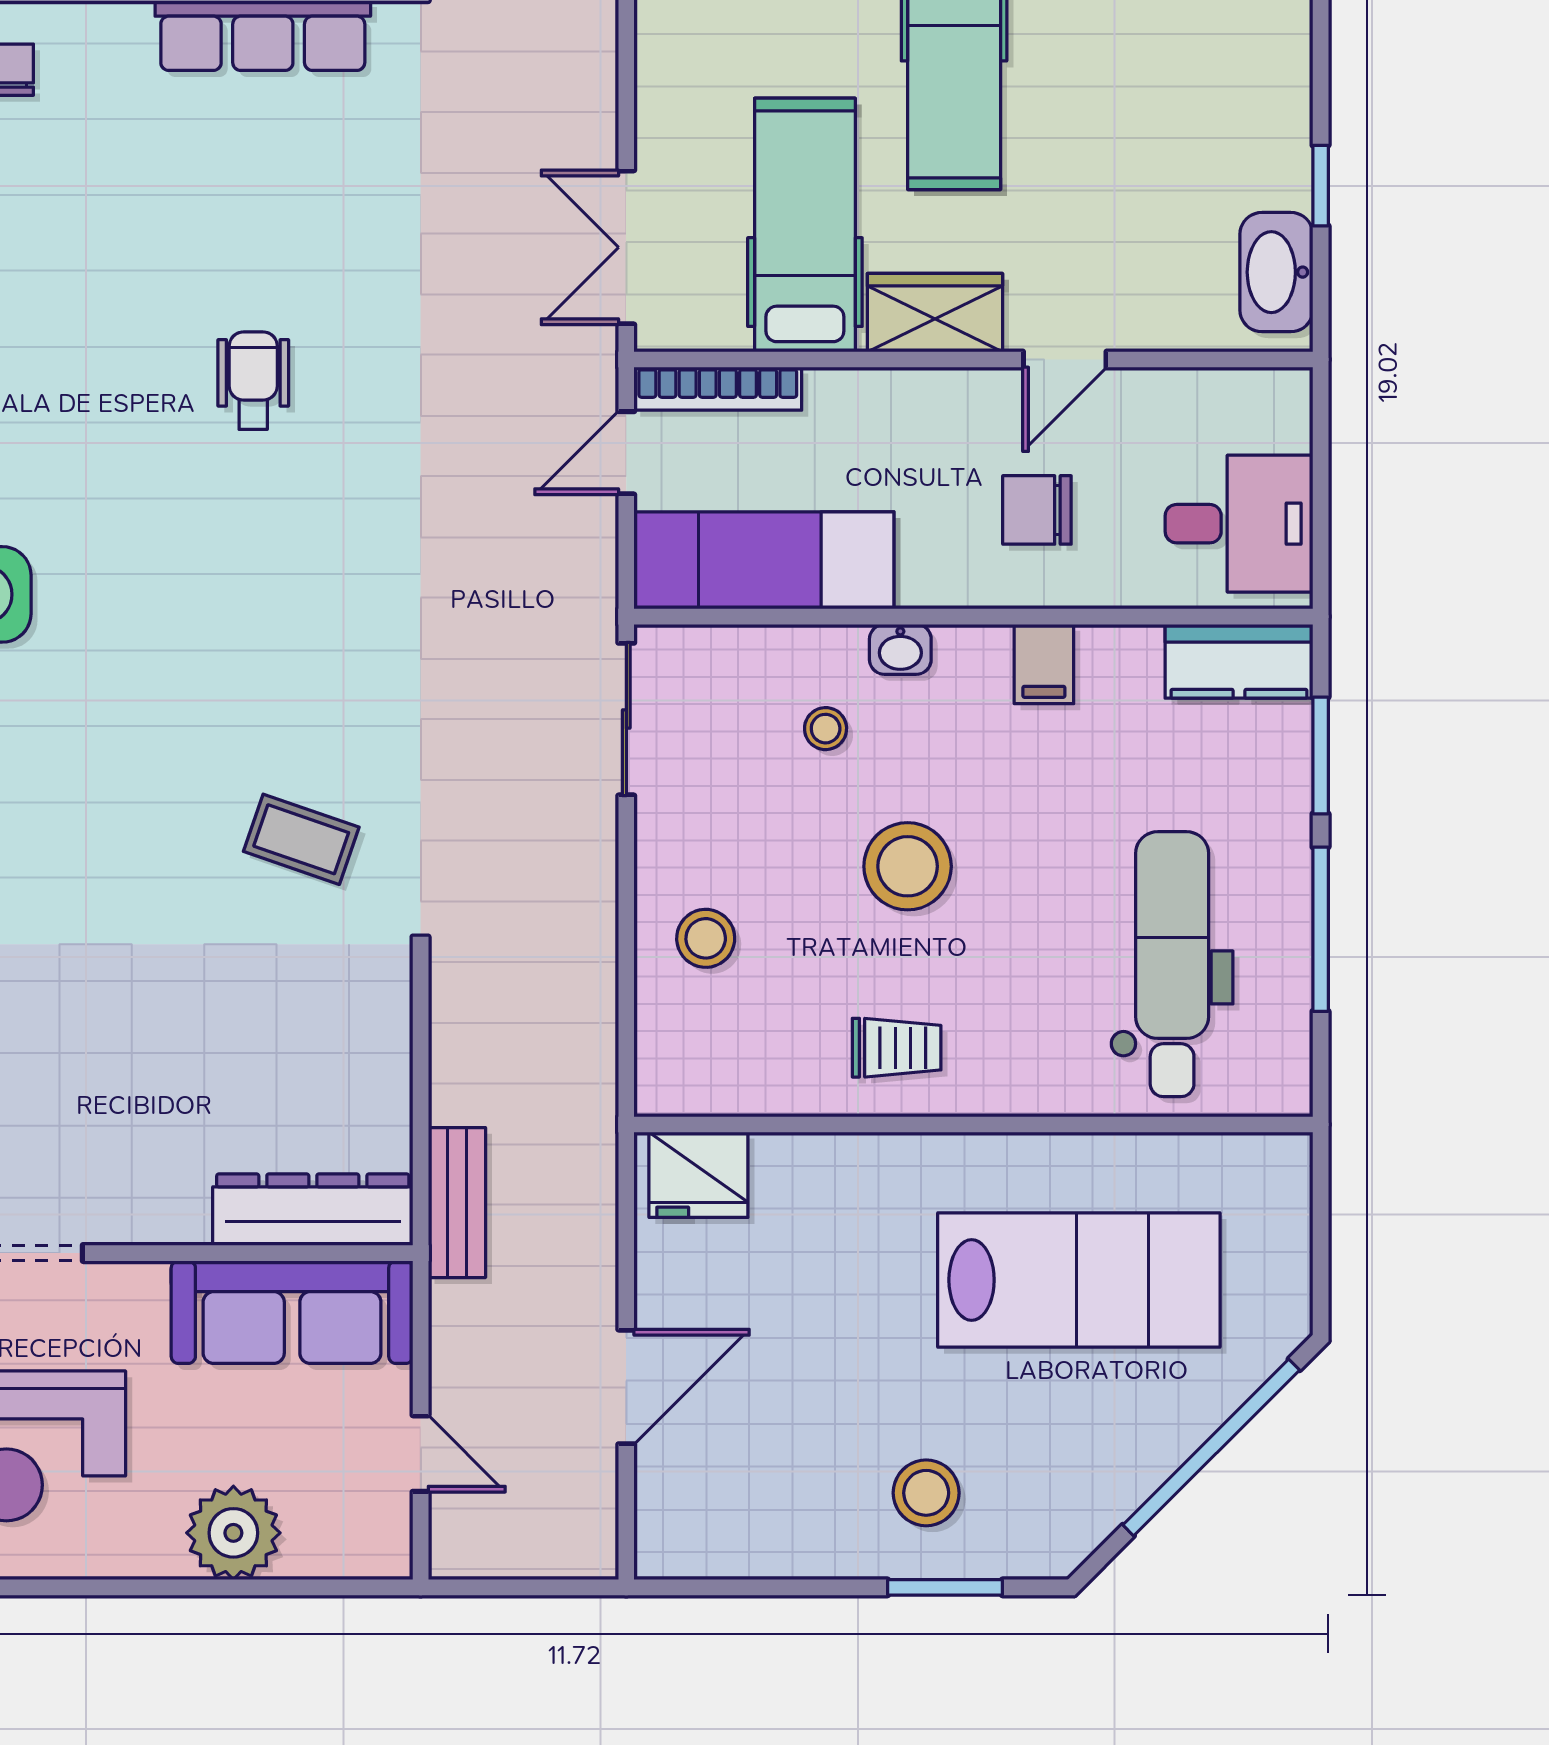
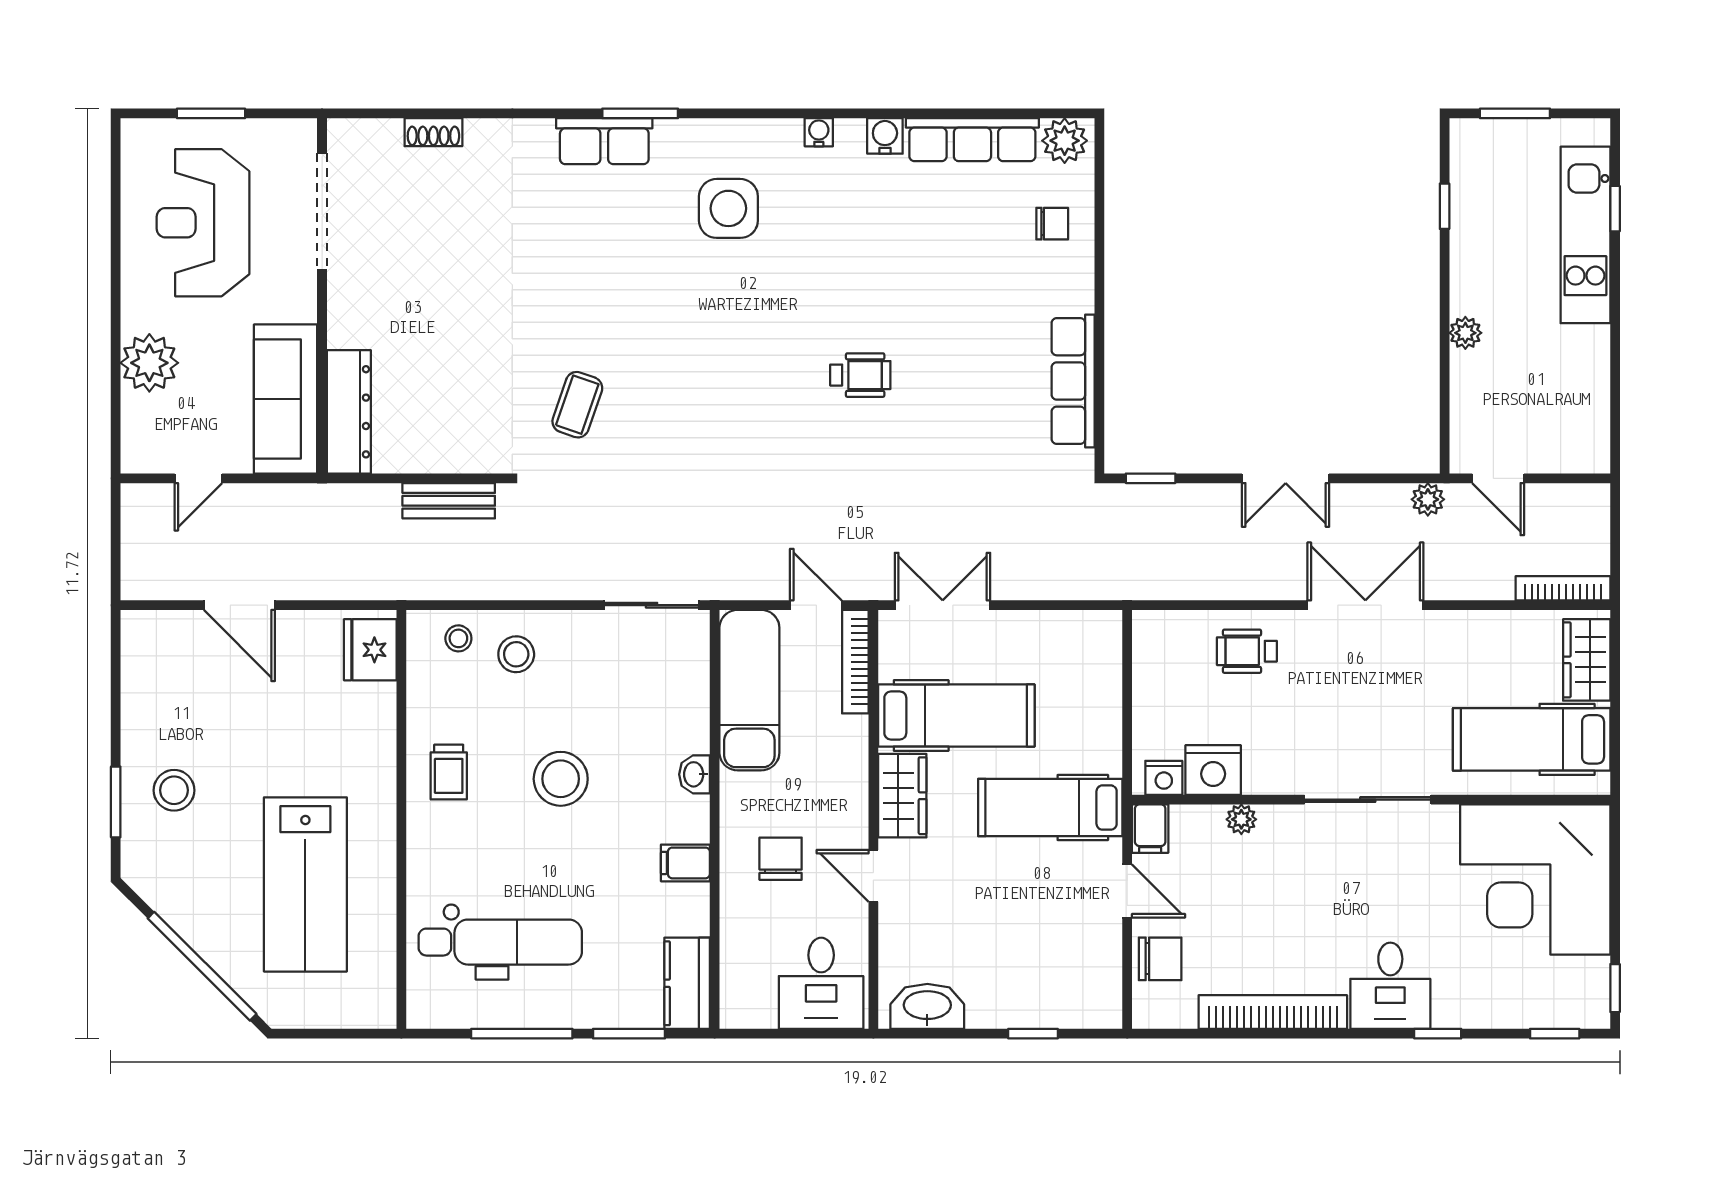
window: (1321, 186) -> (1033, 1034), moved
desk: (1239, 524) -> (821, 983), moved
stool: (826, 729) -> (458, 638), moved
bench: (457, 1203) -> (449, 501), moved

